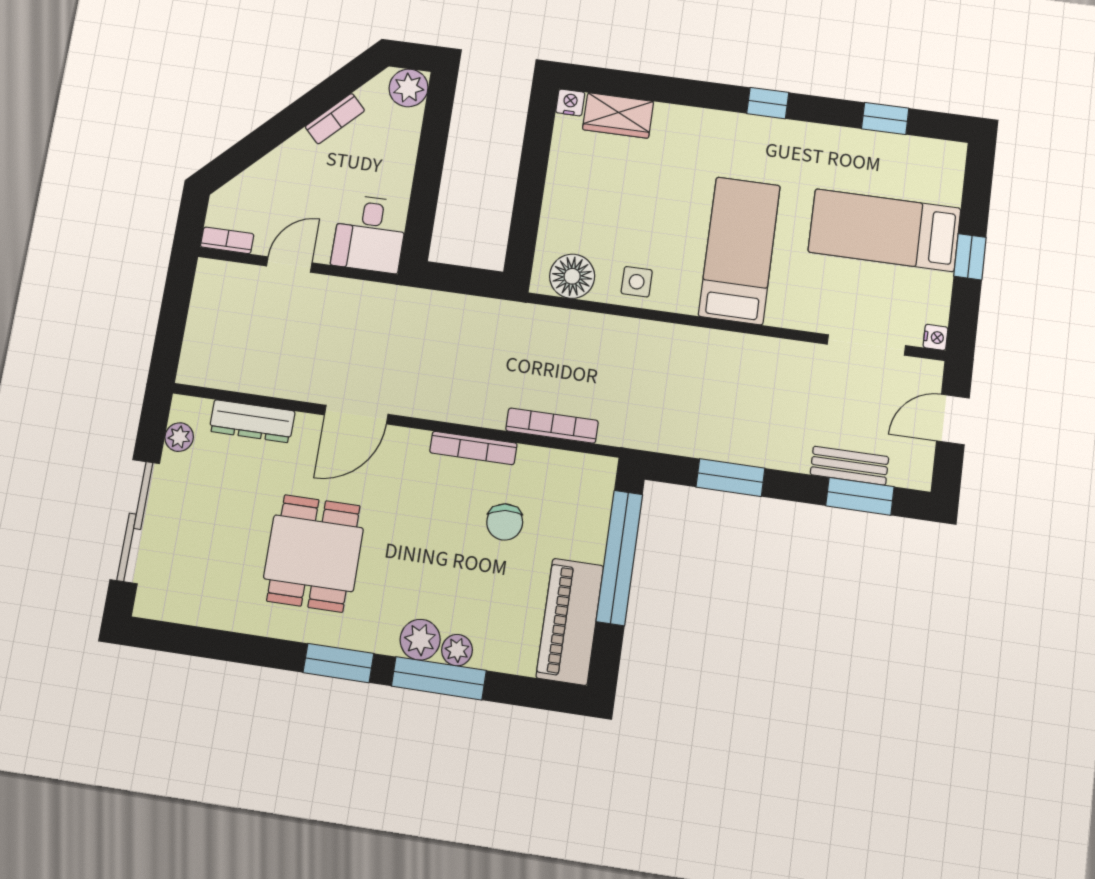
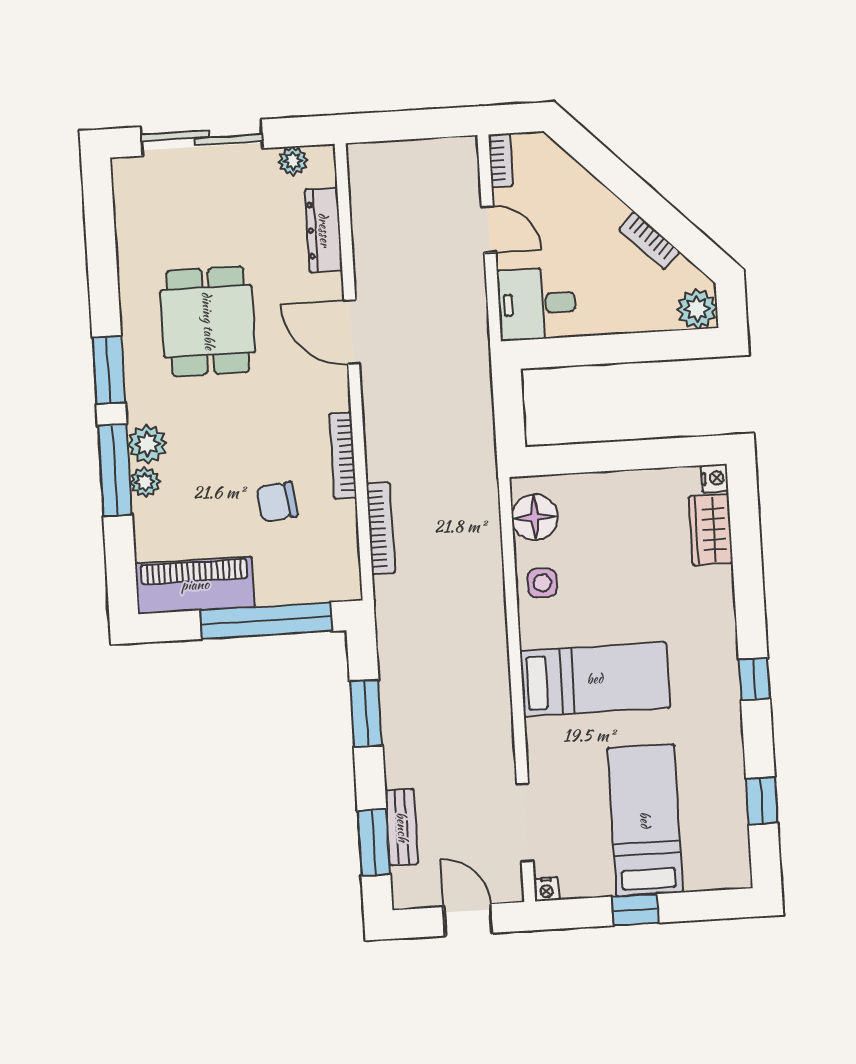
dining table: (313, 553) -> (208, 321), turned 90

